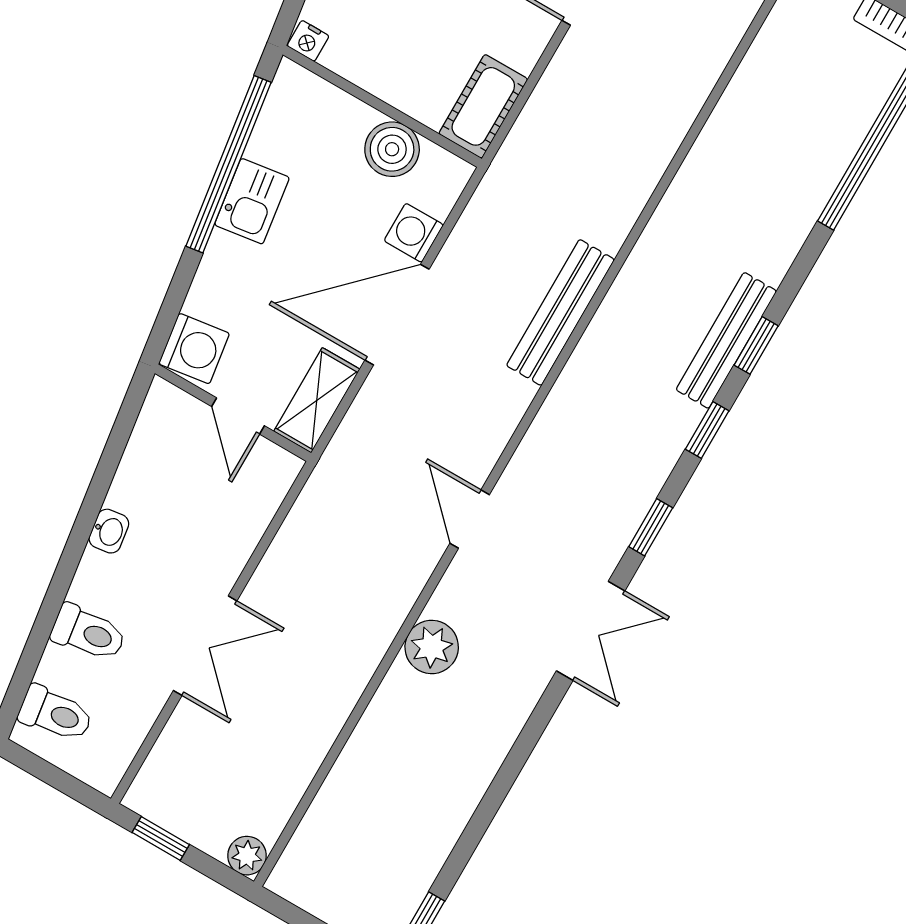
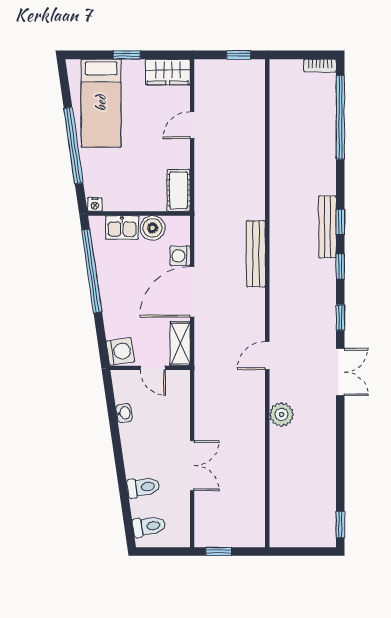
kitchen sink: (252, 201) -> (122, 227), moved, turned 98
door: (470, 519) -> (267, 356), hinge flipped
washbasin: (109, 531) -> (124, 413), moved
plant: (247, 856) -> (256, 539), removed

